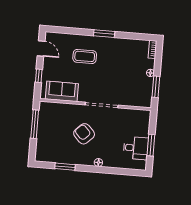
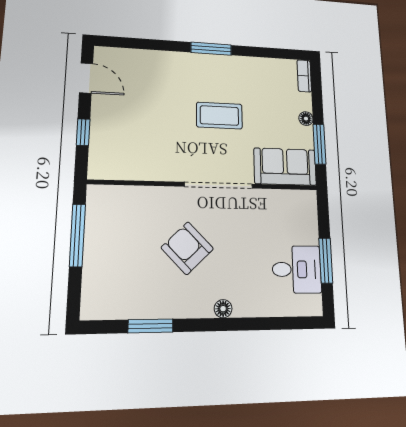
coffee table: (85, 56) -> (219, 116), moved
sofa: (62, 91) -> (285, 167), moved

